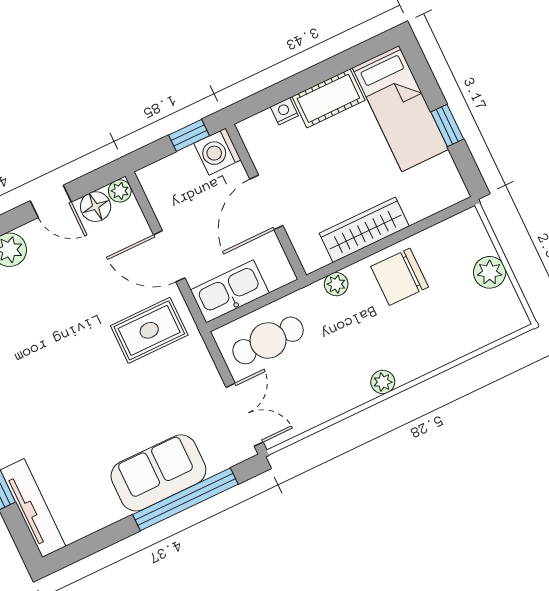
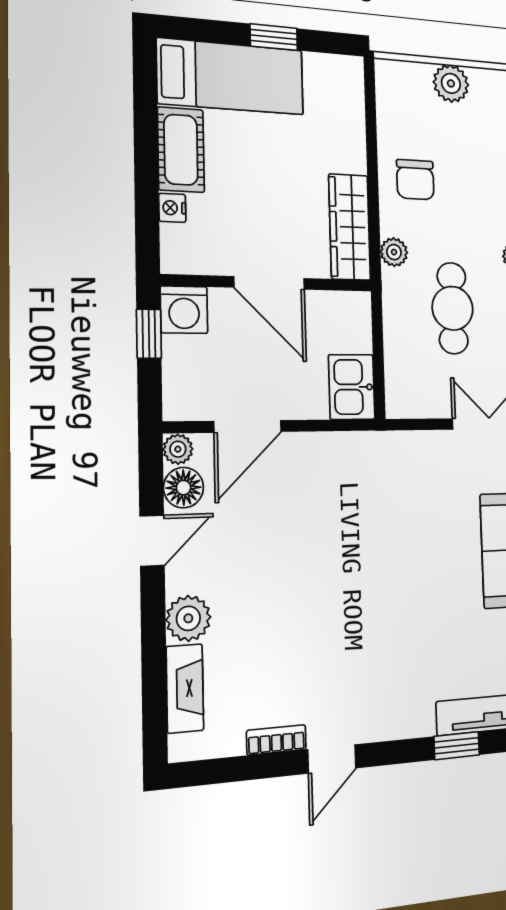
wardrobe: (364, 230) -> (350, 227), moved
door: (169, 256) -> (248, 426), moved
chair: (400, 277) -> (415, 180), width x0.73, depth x0.73
kitchen sink: (230, 292) -> (352, 387), width x0.73
rug: (149, 330) -> (355, 489), removed
cafe table: (268, 340) -> (453, 308), moved

